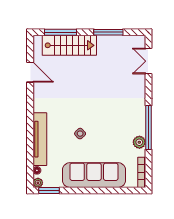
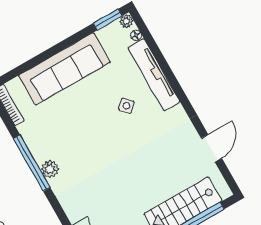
door: (30, 72) -> (211, 148), swing flipped
side table: (80, 134) -> (126, 106), moved
plant: (139, 142) -> (50, 169), moved

